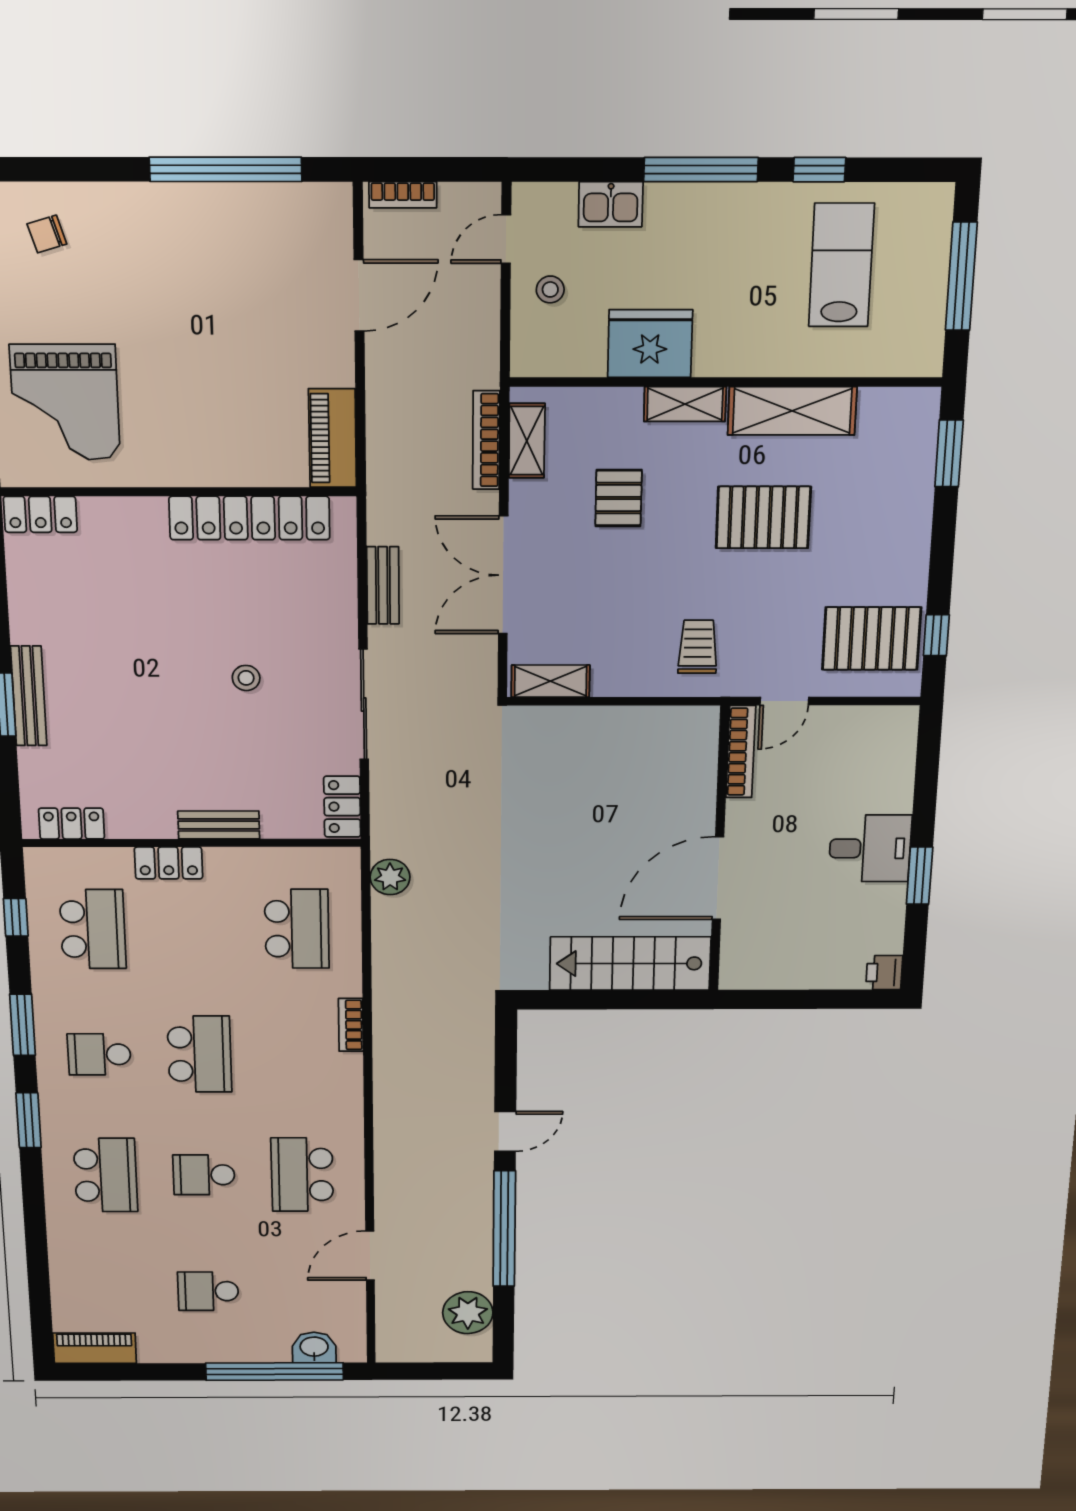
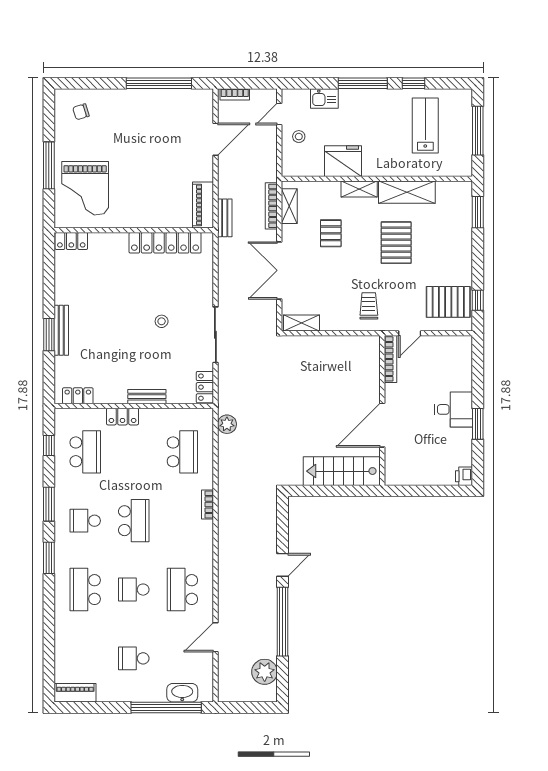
pallet: (763, 517) -> (396, 243), turned 90
bench: (383, 585) -> (225, 218), moved
school desk: (105, 1175) -> (85, 590), turned 180
washbasin: (314, 1348) -> (182, 693), width x1.38

